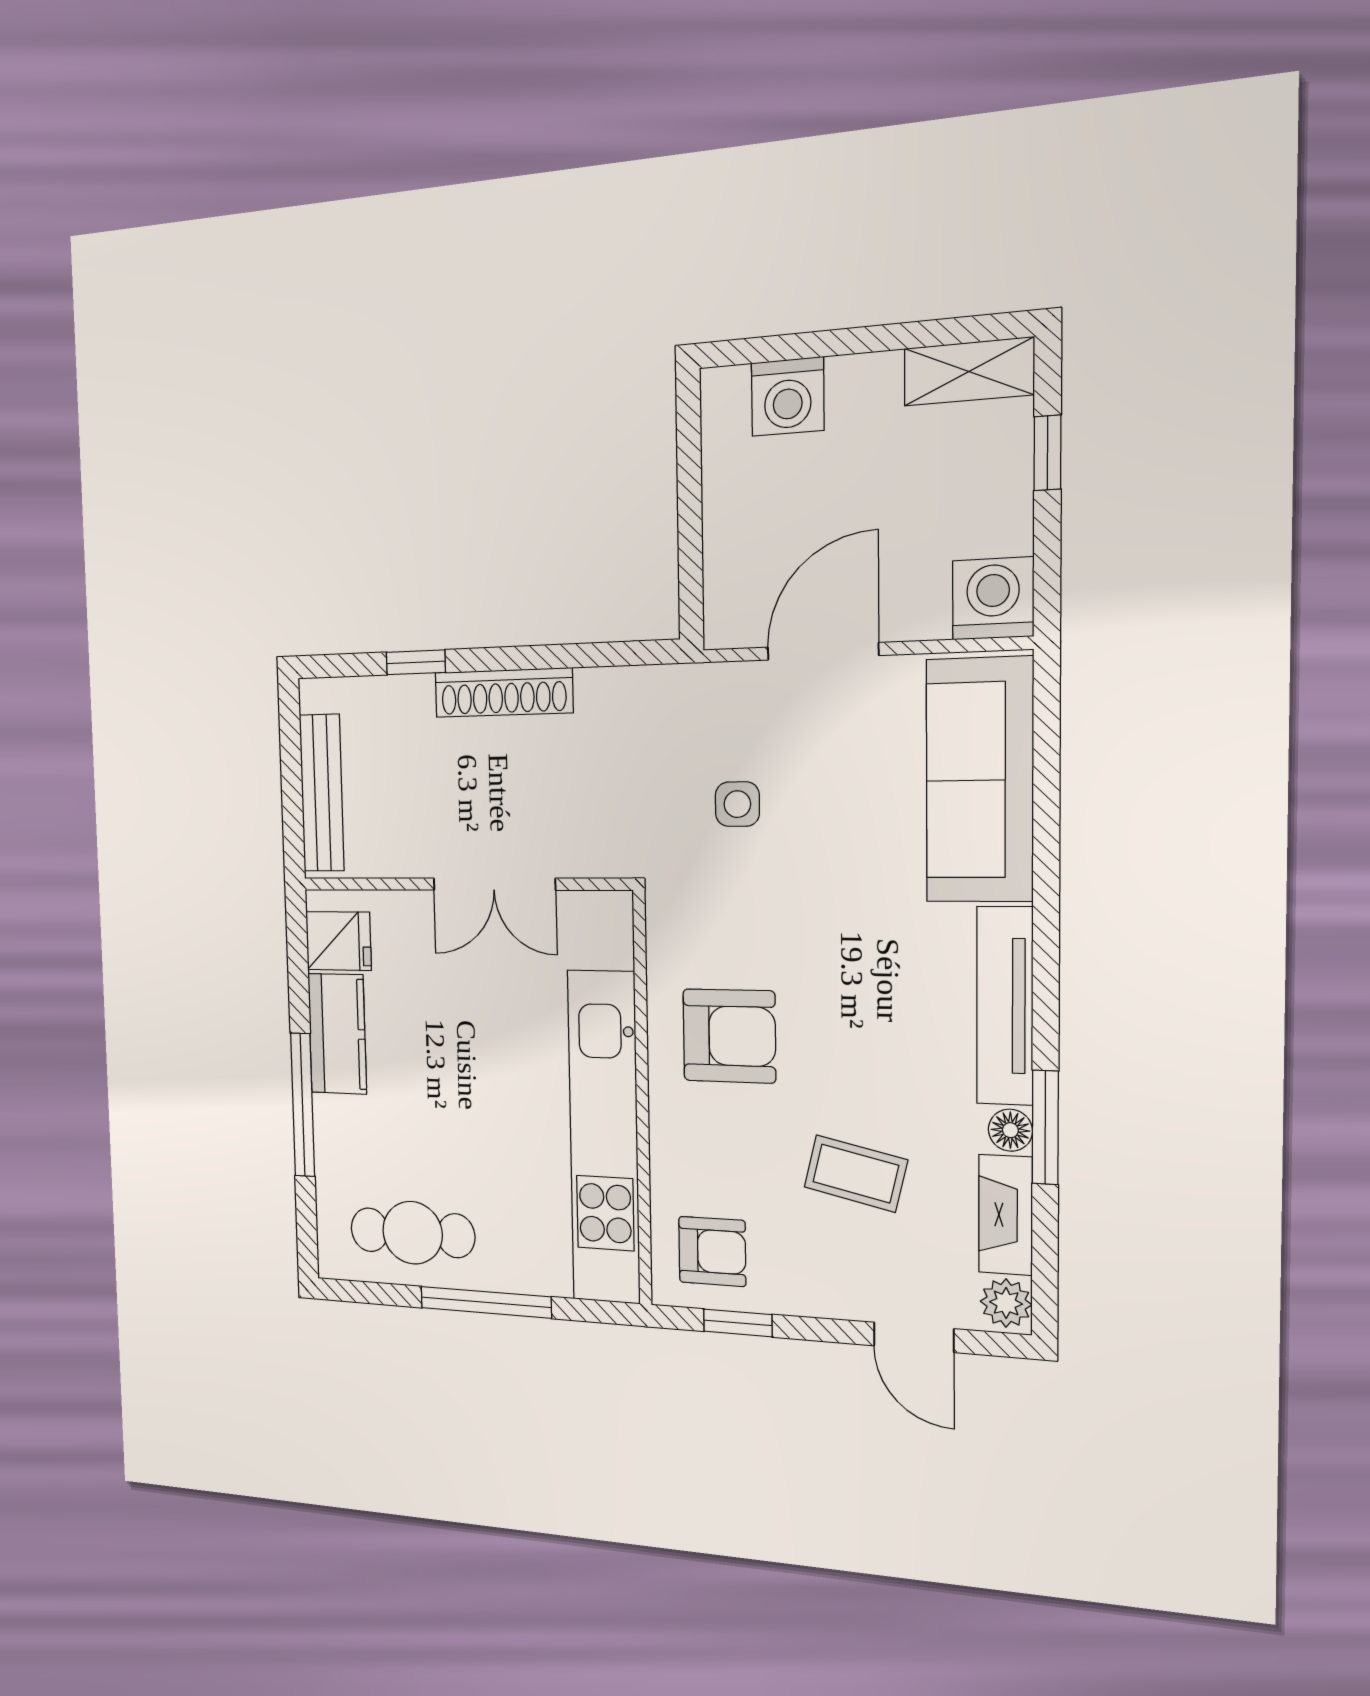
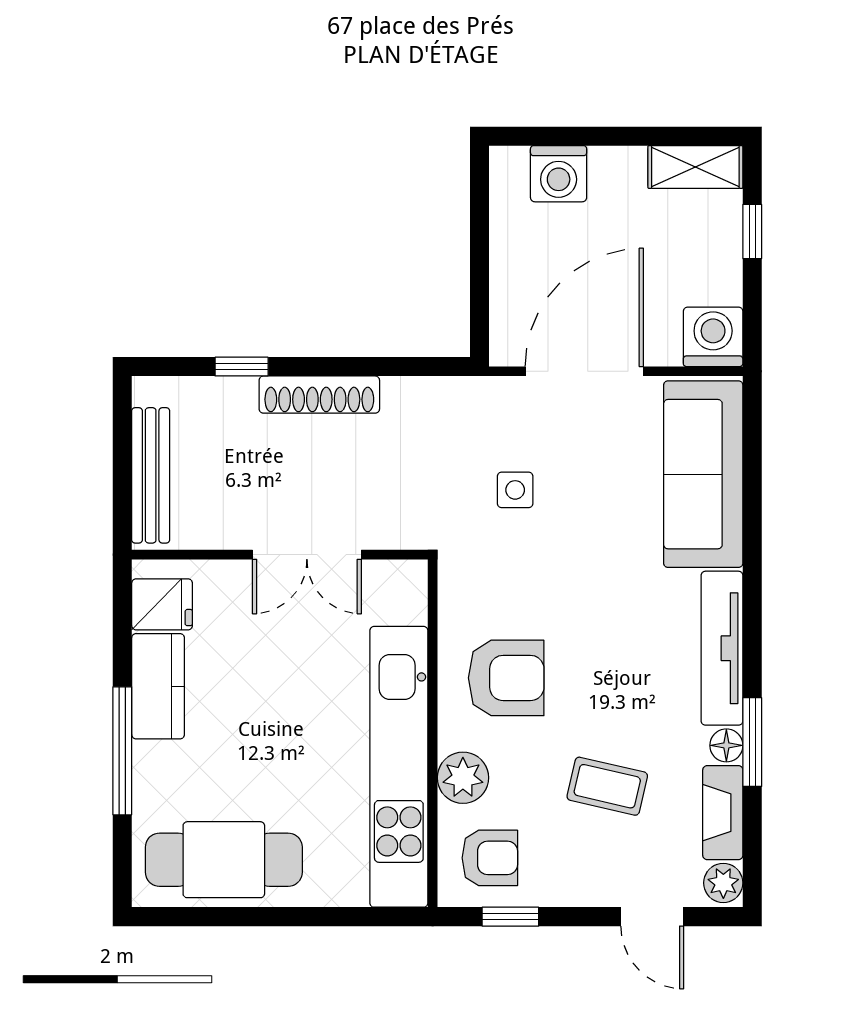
door: (823, 651) -> (584, 371), width x1.36
plant: (679, 1154) -> (463, 778), added
cafe table: (413, 1233) -> (224, 860), width x1.37, depth x1.35
window: (486, 1302) -> (290, 917), removed

